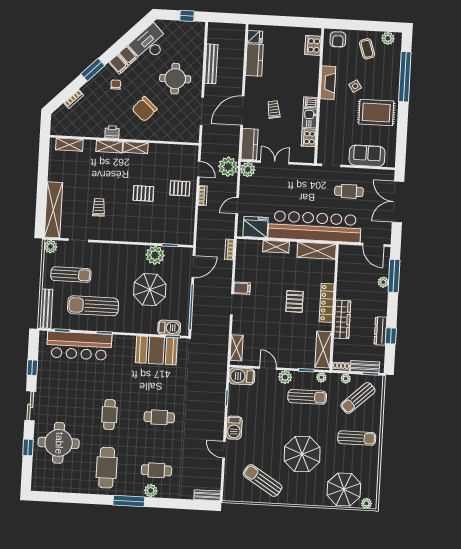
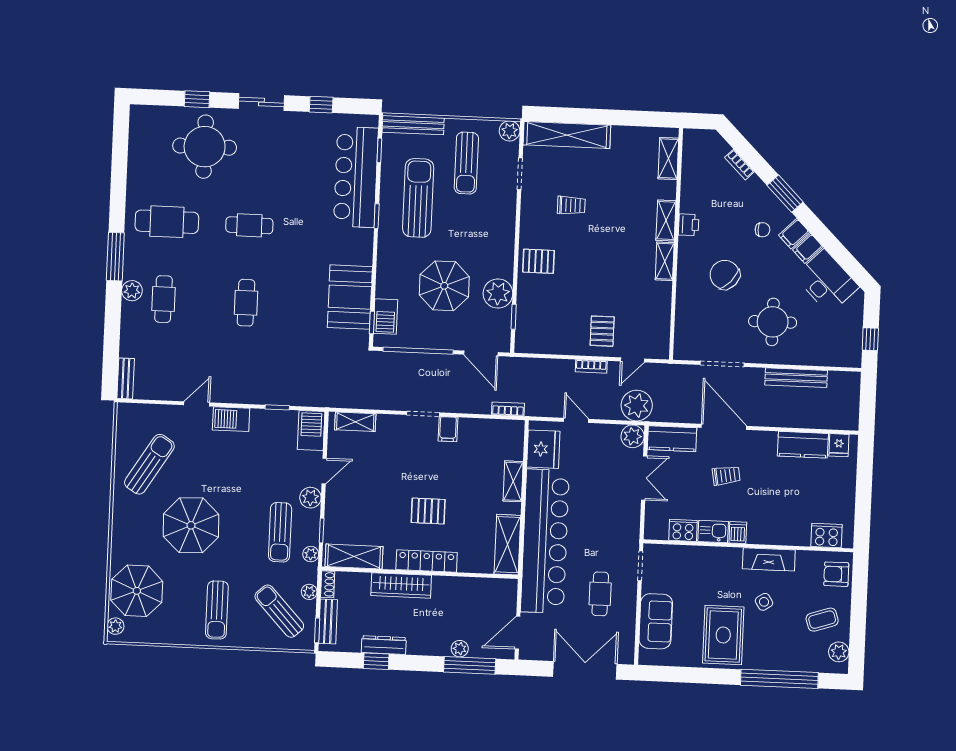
pallet: (143, 193) -> (539, 261), moved, turned 90

